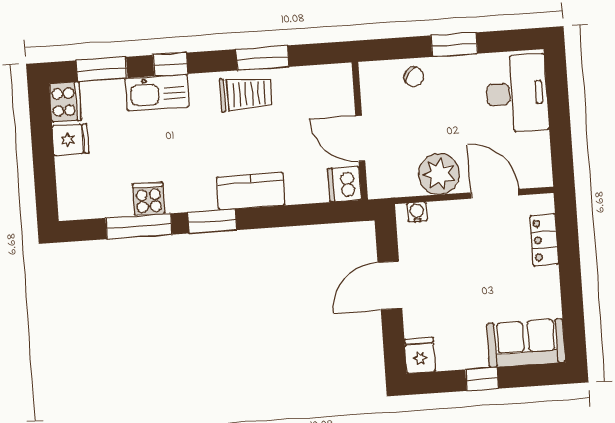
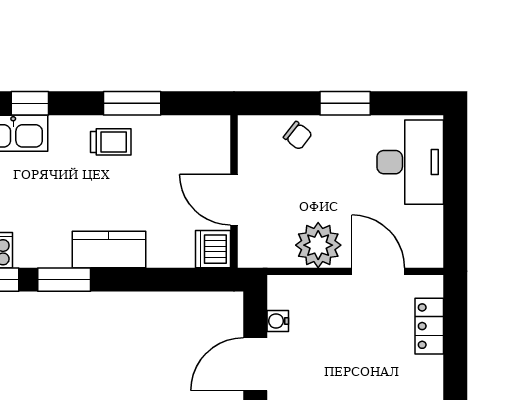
trolley: (246, 94) -> (111, 142), width x0.73, depth x0.72
water cooler: (417, 212) -> (278, 321), moved, turned -90

